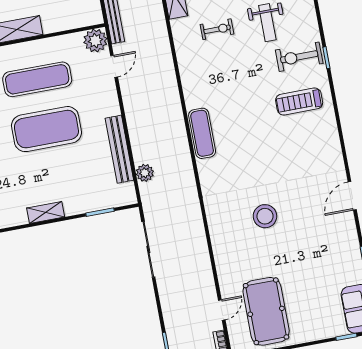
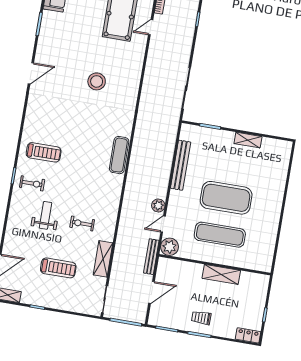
exercise bike: (299, 57) -> (32, 183), width x0.73, depth x0.72
plant: (145, 173) -> (158, 206), moved

